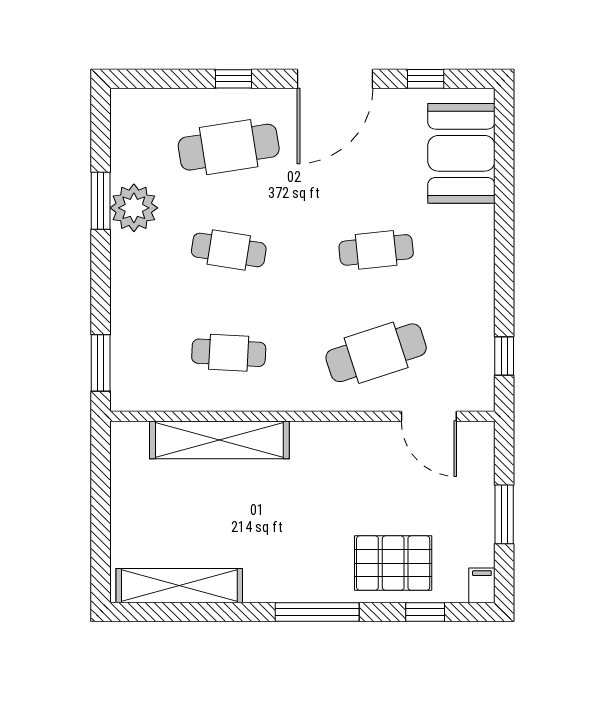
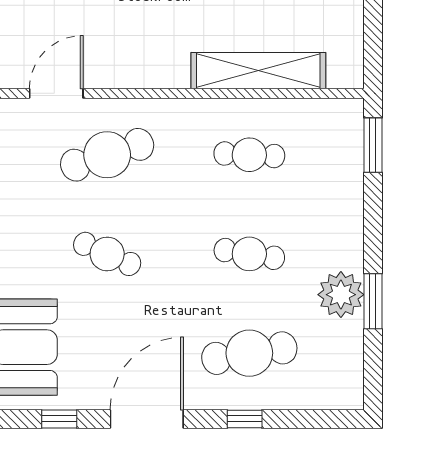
cafe table: (376, 250) -> (107, 254), turned 30
door: (429, 416) -> (56, 93), hinge flipped

